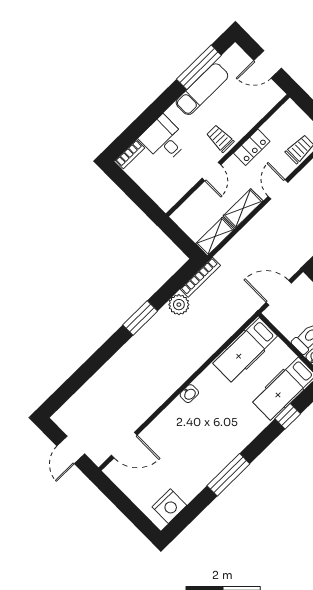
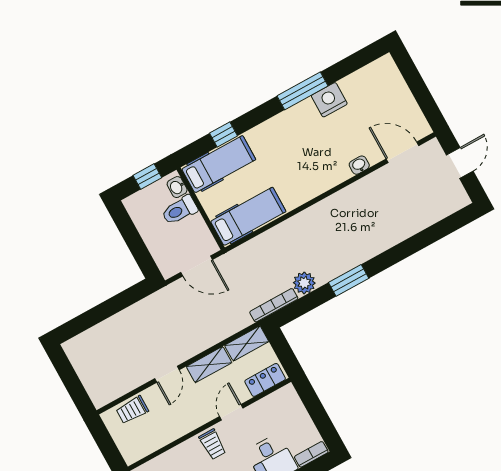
locker: (252, 147) -> (265, 380), moved
washbasin: (189, 394) -> (359, 165), moved
nightstand: (169, 506) -> (329, 100), moved

